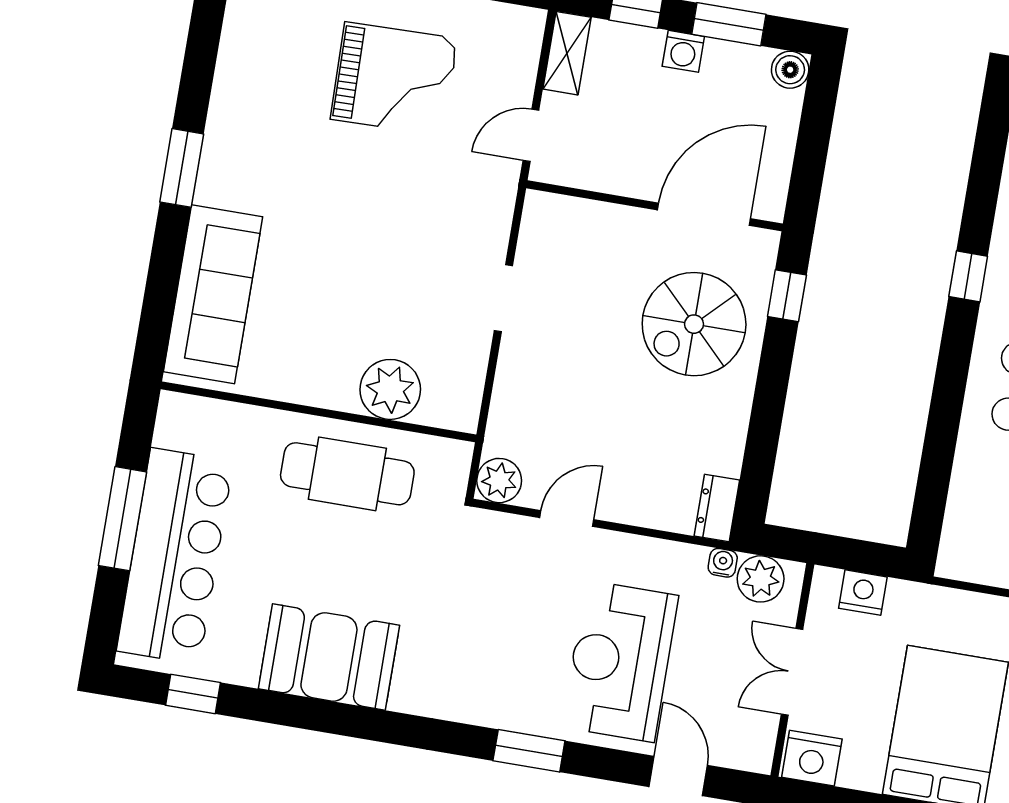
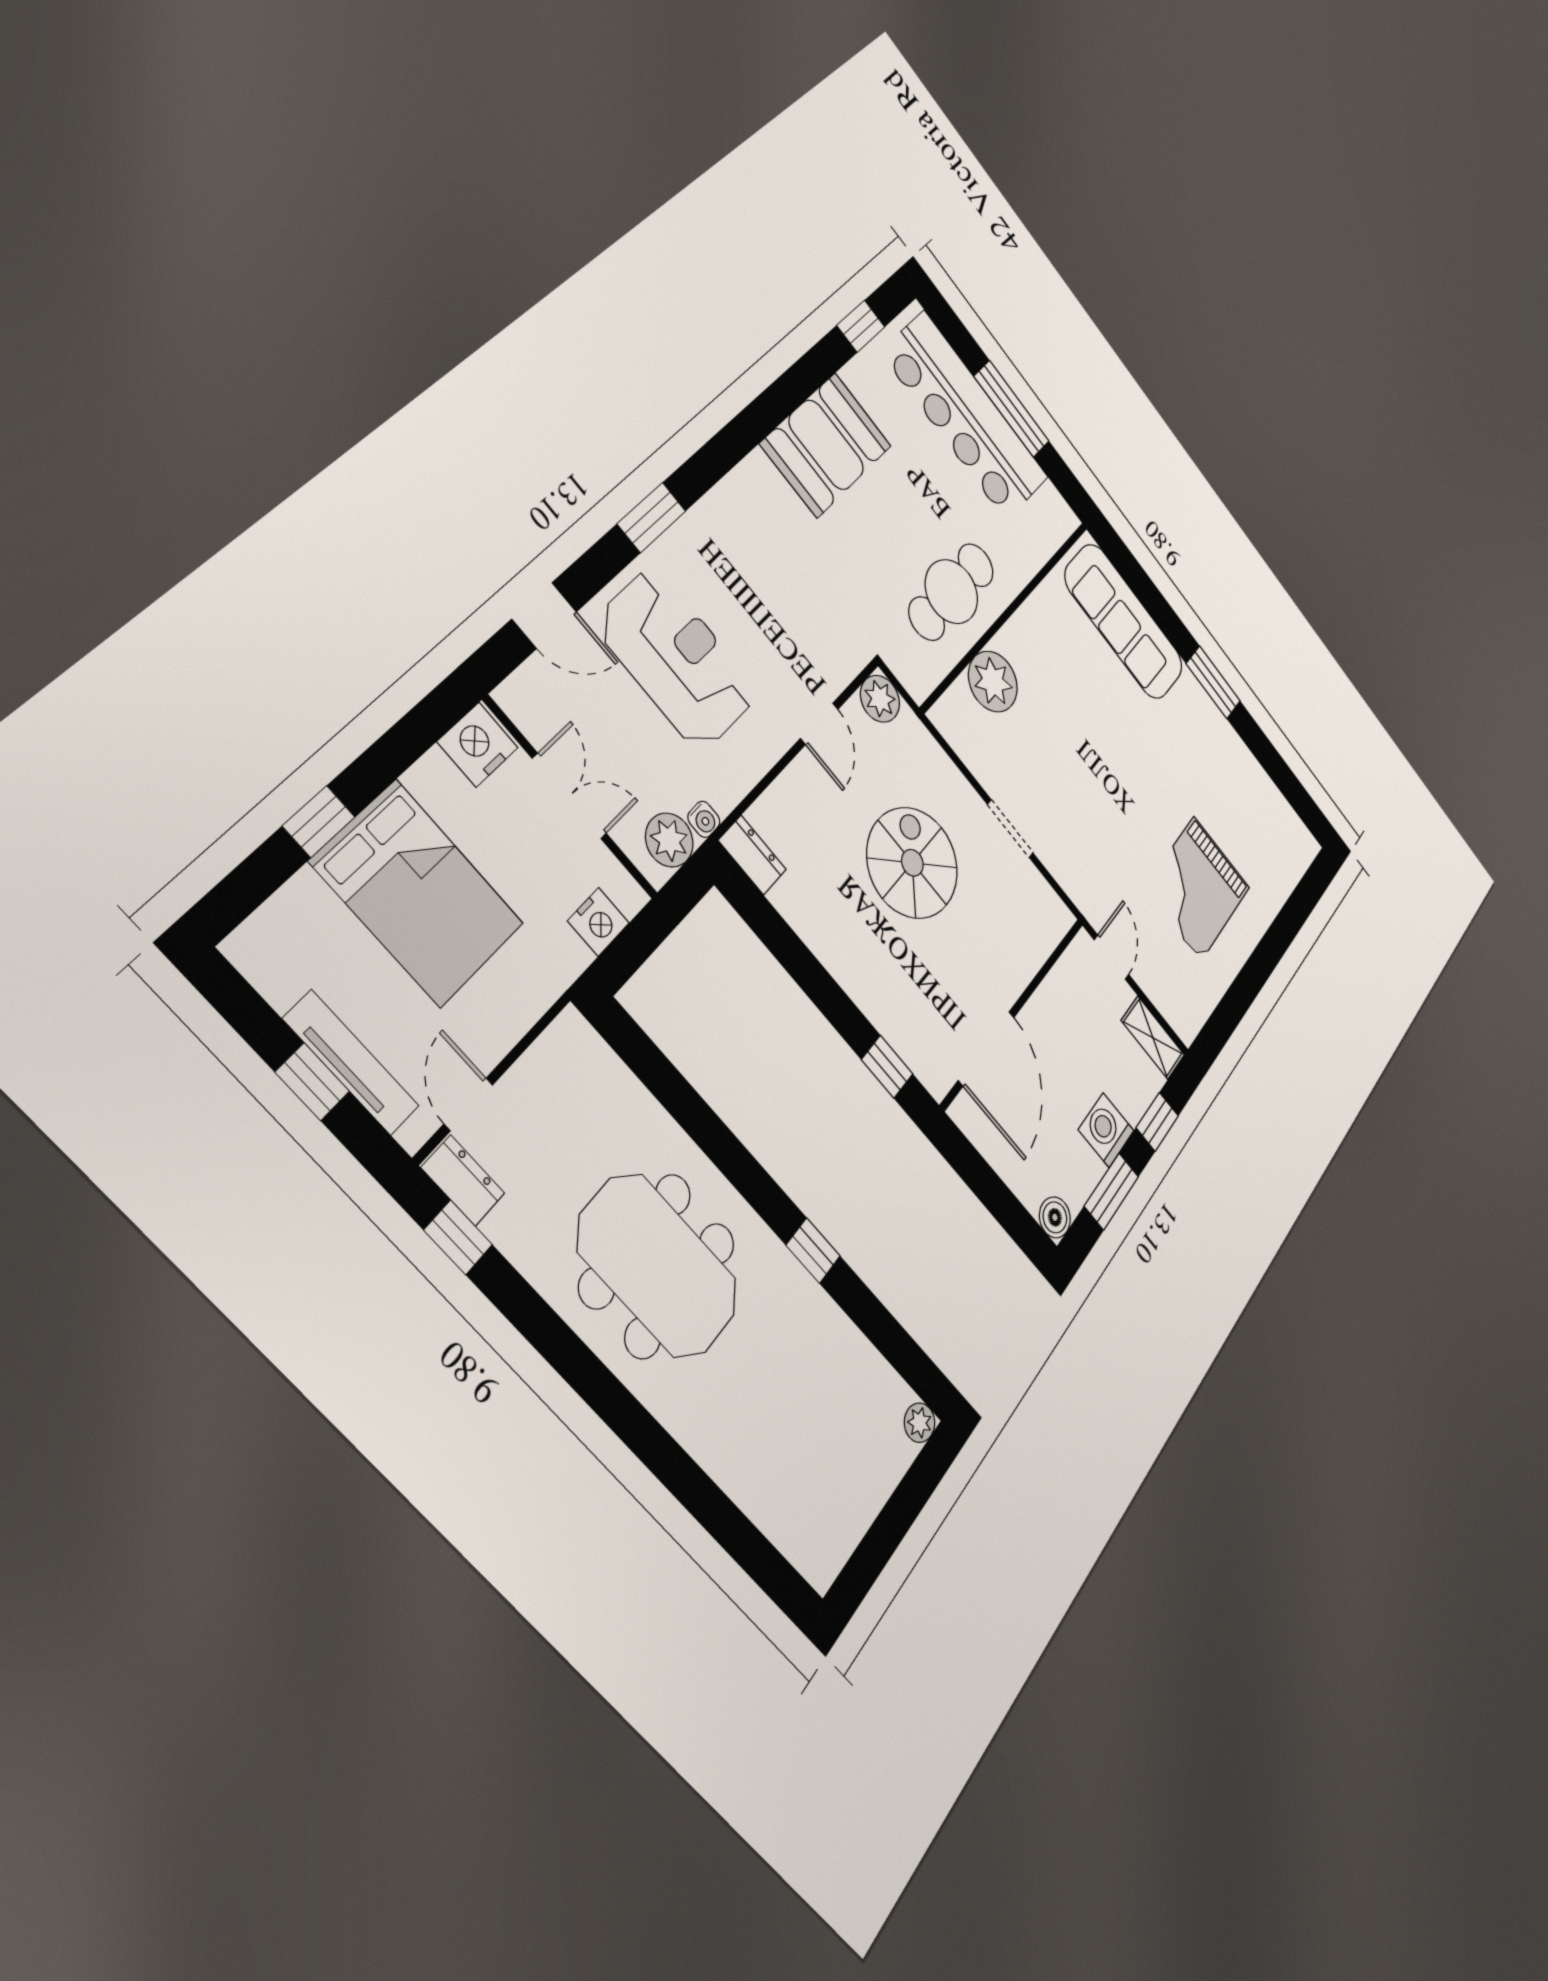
washing machine: (683, 51) -> (1106, 1130), width x1.38, depth x1.38
spiral stairs: (694, 324) -> (912, 863), moved

